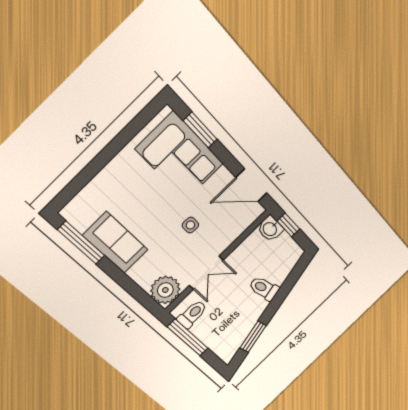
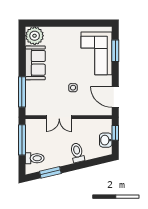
washbasin: (270, 229) -> (106, 140), moved
window: (81, 243) -> (22, 92), moved
plant: (165, 290) -> (35, 36), moved
toilet: (192, 314) -> (35, 158), moved

